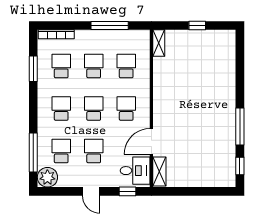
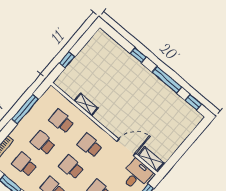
window: (197, 26) -> (67, 60), moved
shelving: (159, 43) -> (86, 104), moved
window: (240, 84) -> (138, 55), added
door: (151, 141) -> (126, 147), swing flipped

